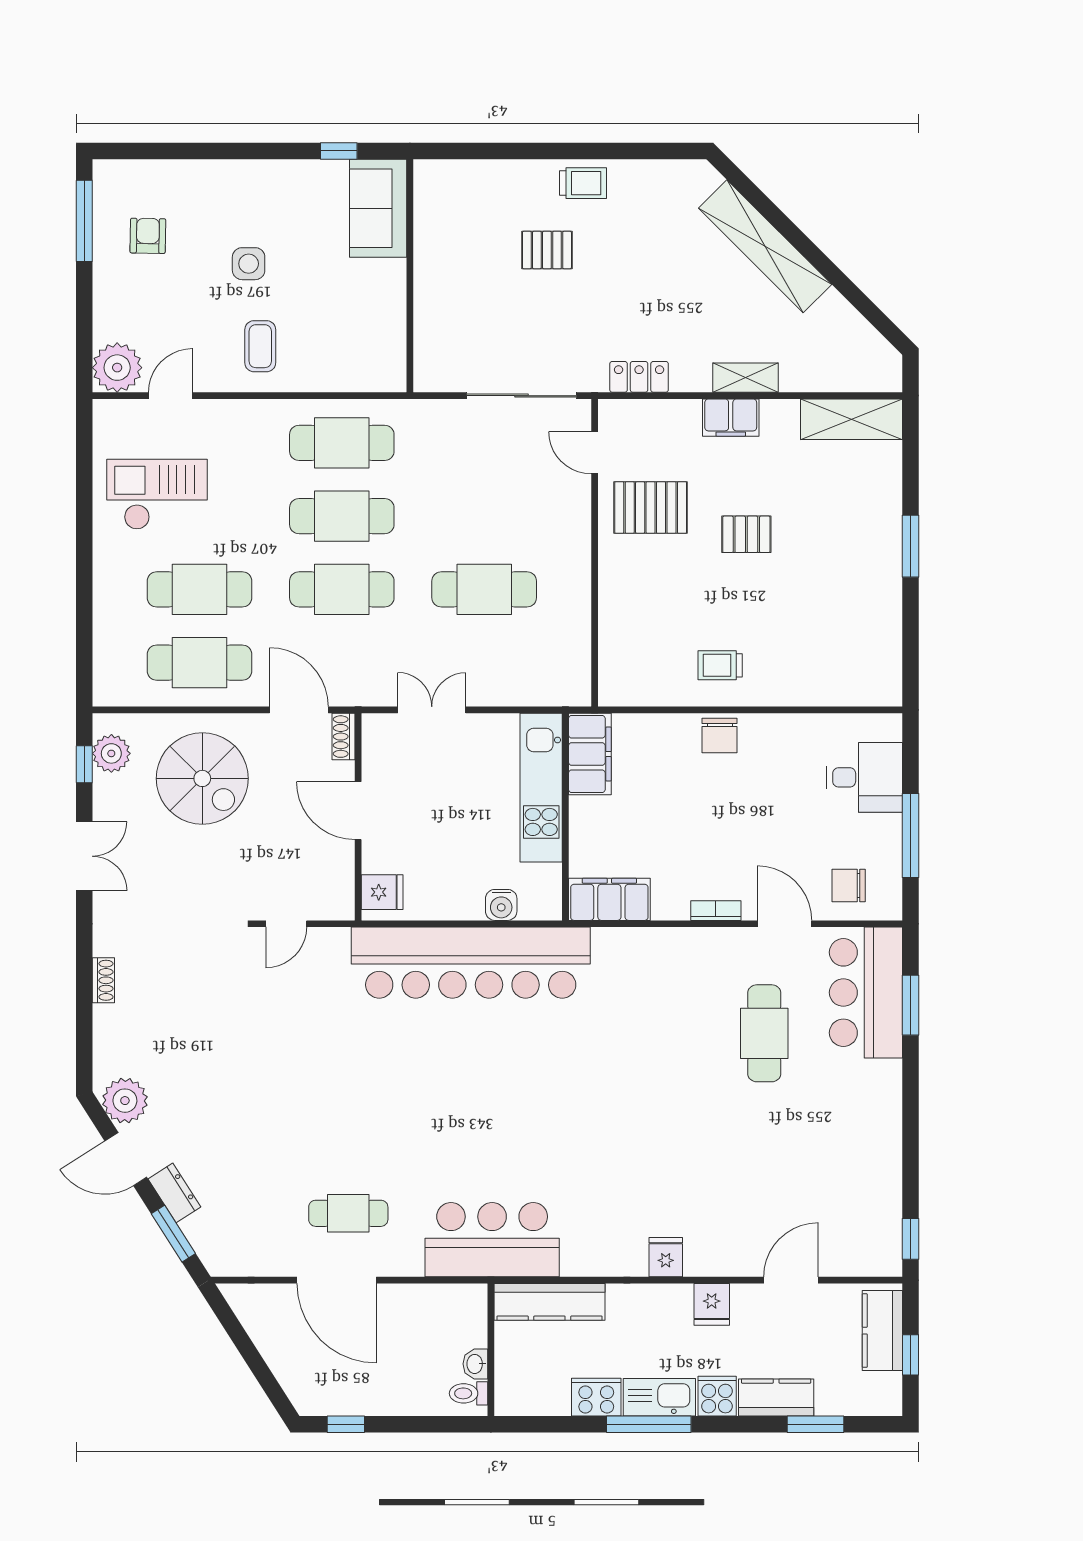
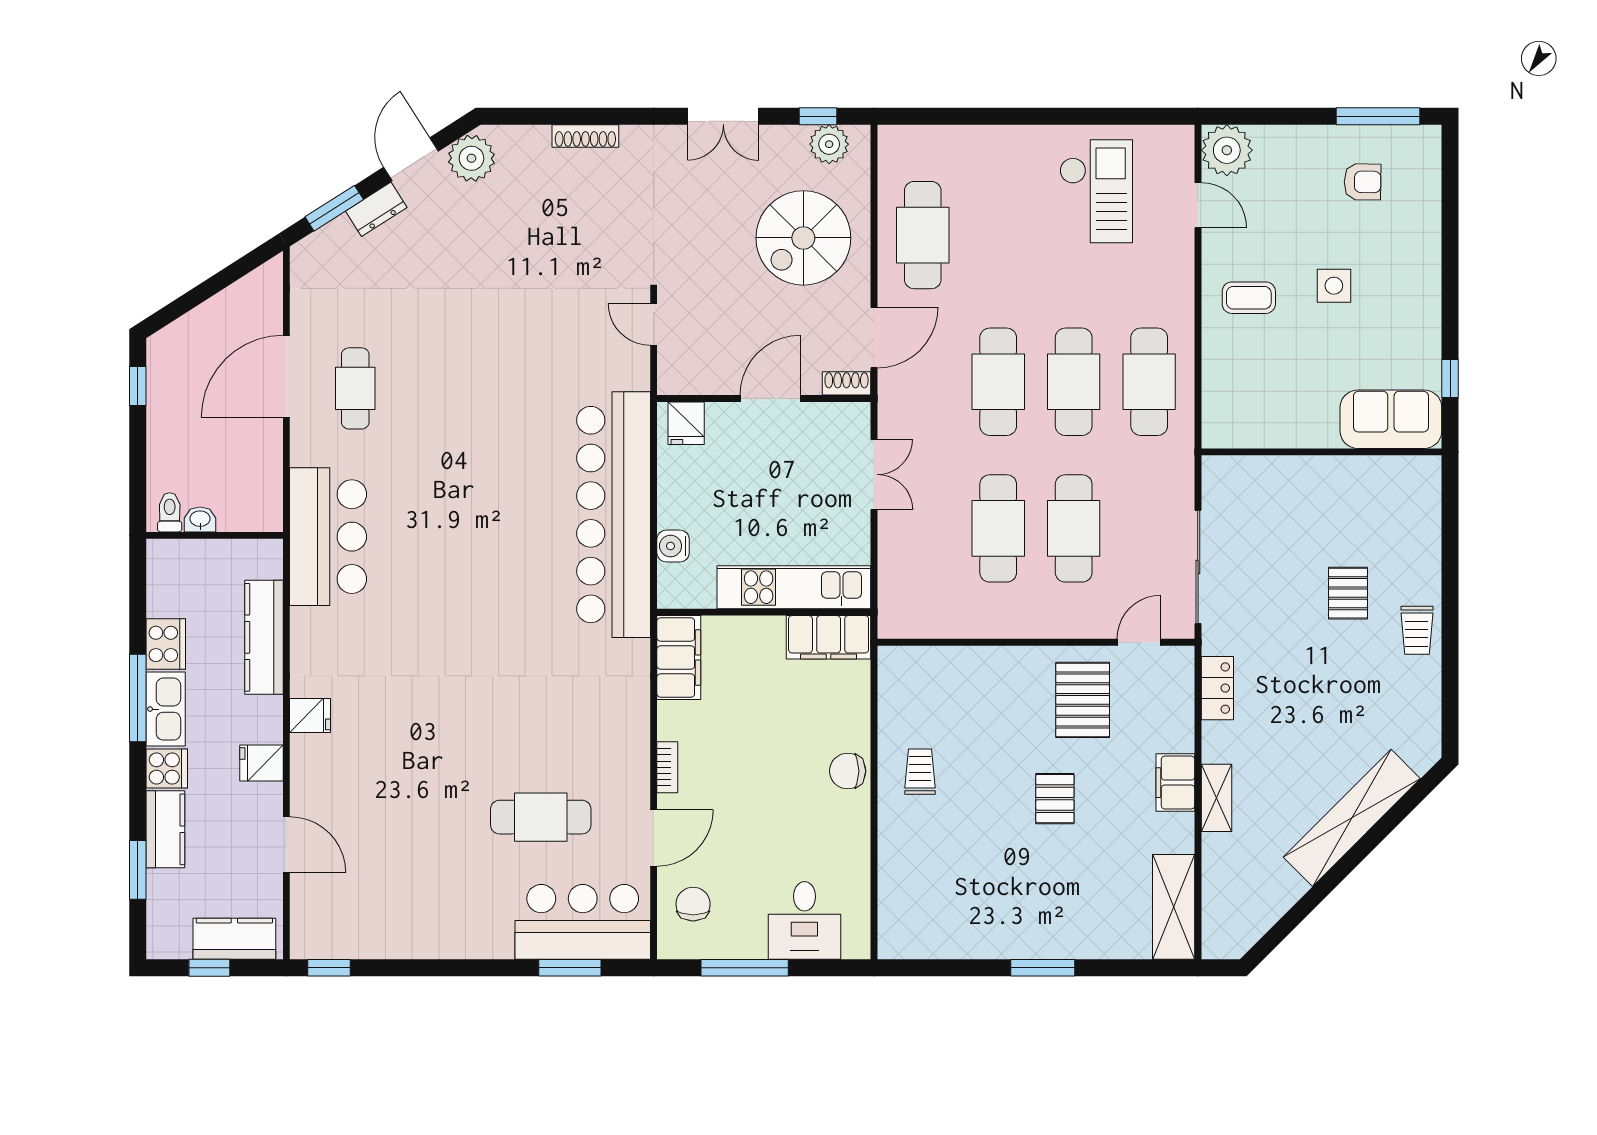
cafe table: (199, 589) -> (1074, 528), moved
shoe rack: (103, 980) -> (585, 136), width x1.43
kitchen counter: (549, 1302) -> (264, 637), moved

